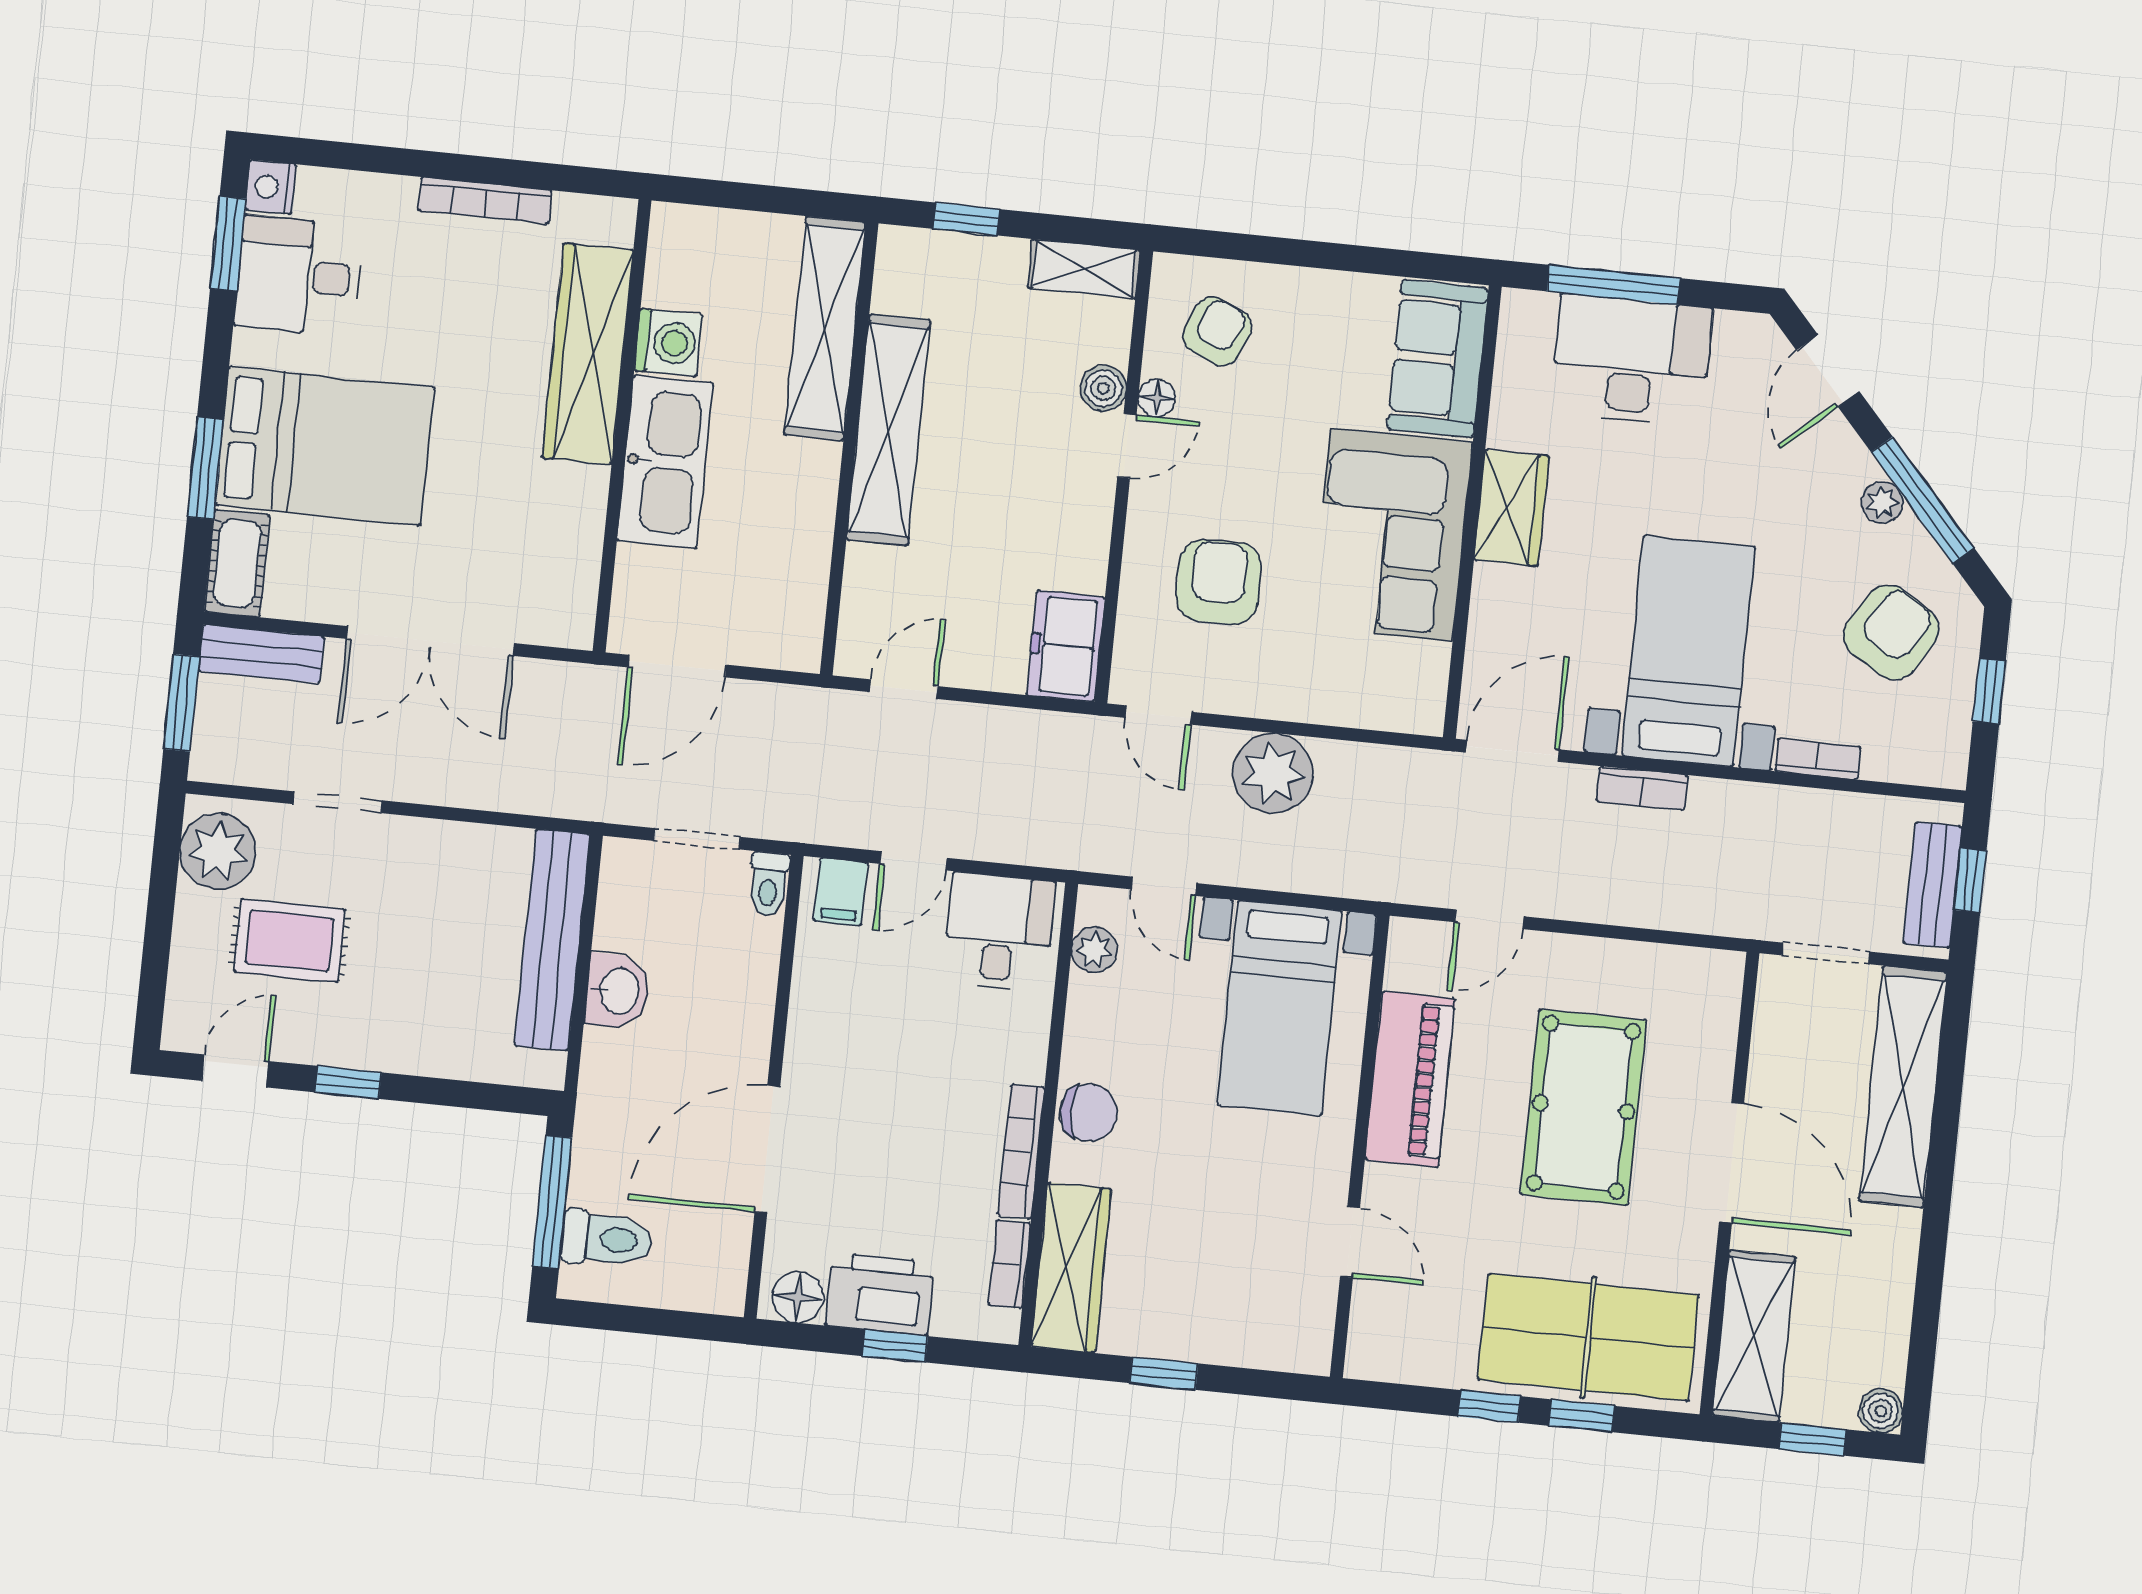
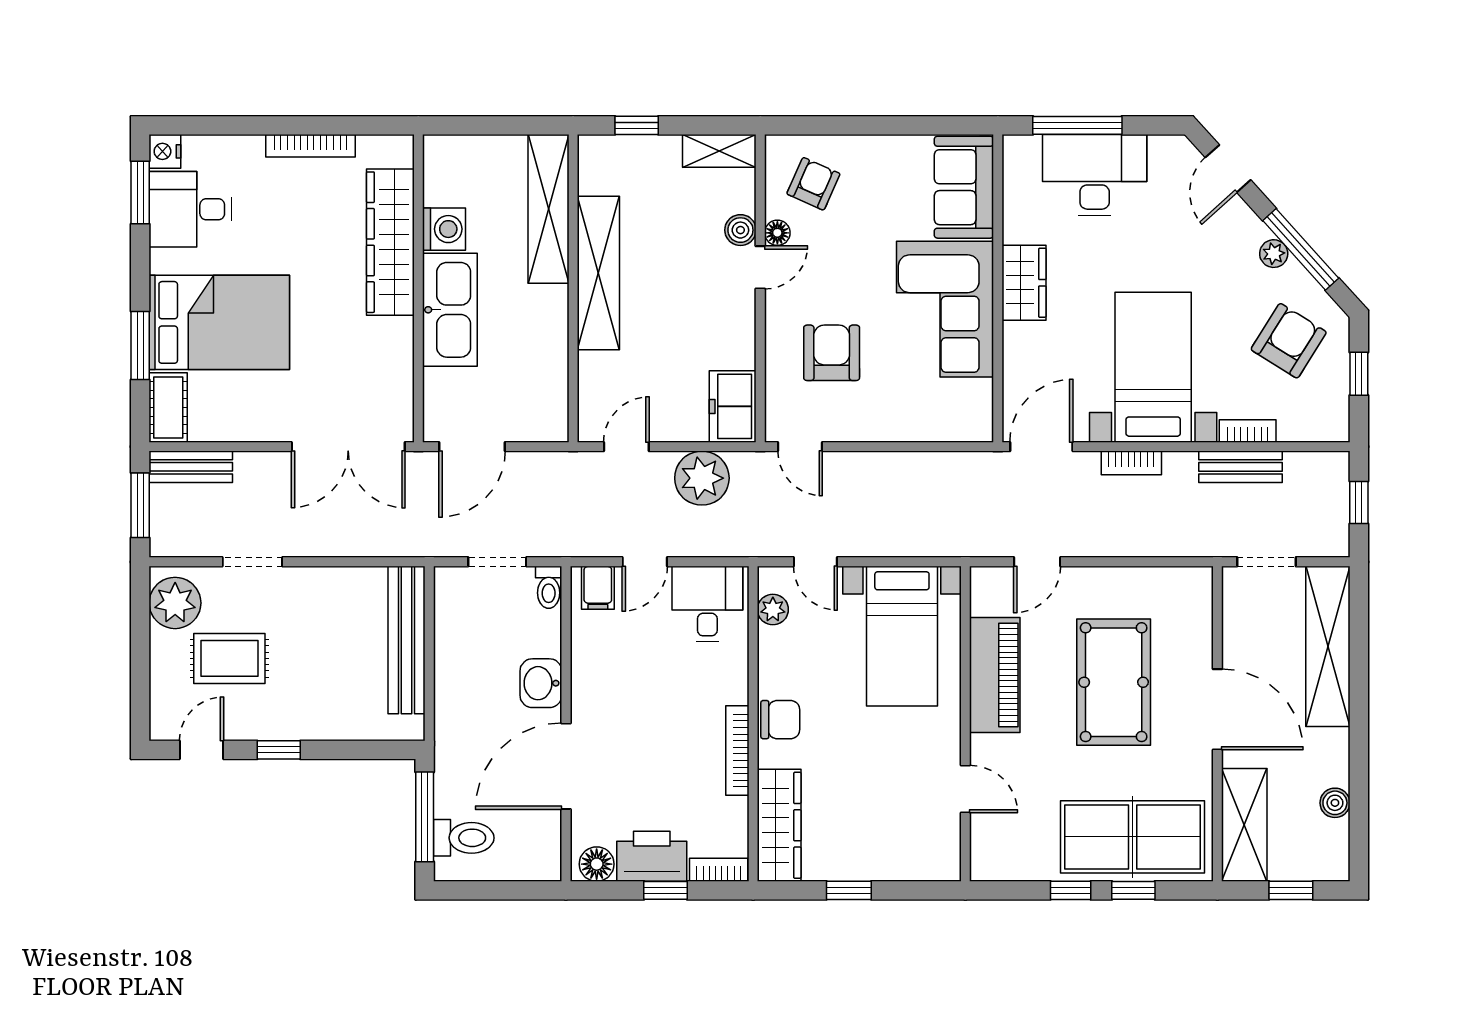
double door: (430, 641) -> (348, 447), moved
plant: (1273, 773) -> (702, 478), moved
bench: (1933, 885) -> (1241, 467), moved, turned 90
washbasin: (618, 991) -> (541, 683), moved, turned 180
bookcase: (1009, 1264) -> (719, 870), moved, turned 90
boiler: (1881, 1411) -> (1335, 803), moved

